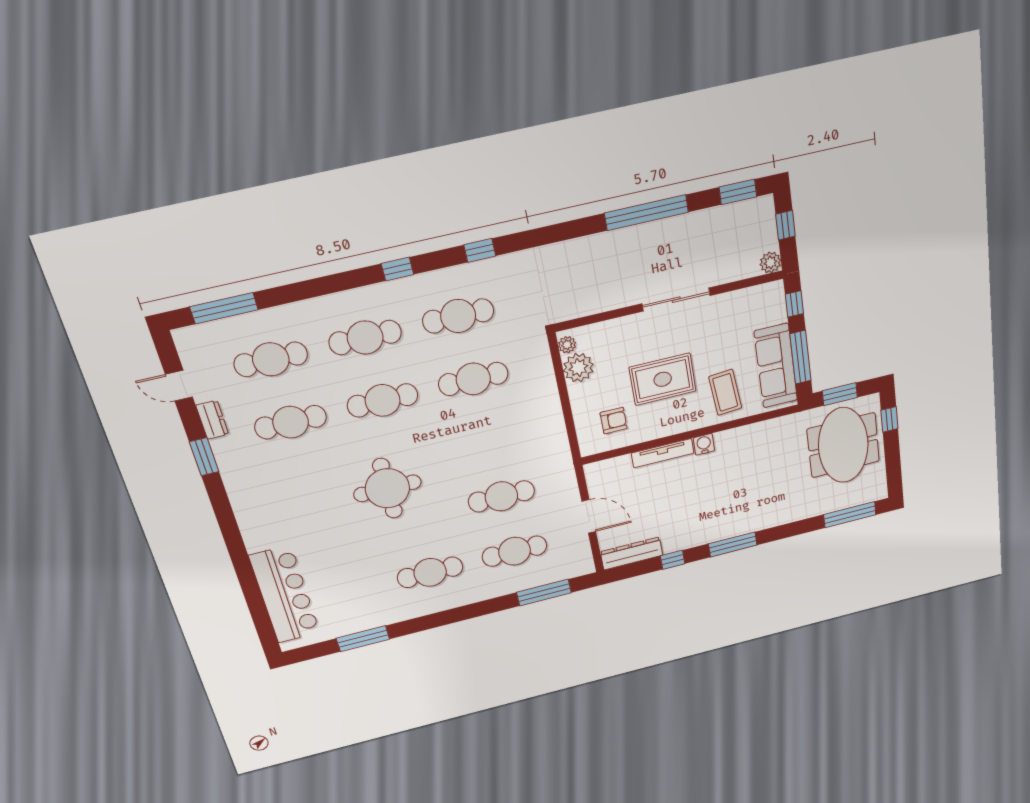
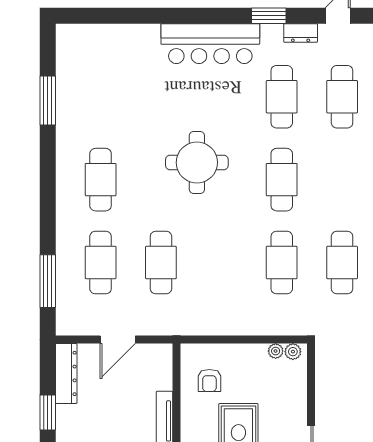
cafe table: (365, 338) -> (342, 180), removed
plant: (578, 368) -> (276, 351), width x0.53, depth x0.53
window: (673, 560) -> (48, 413), width x1.50
bar counter: (285, 595) -> (210, 44), moved

